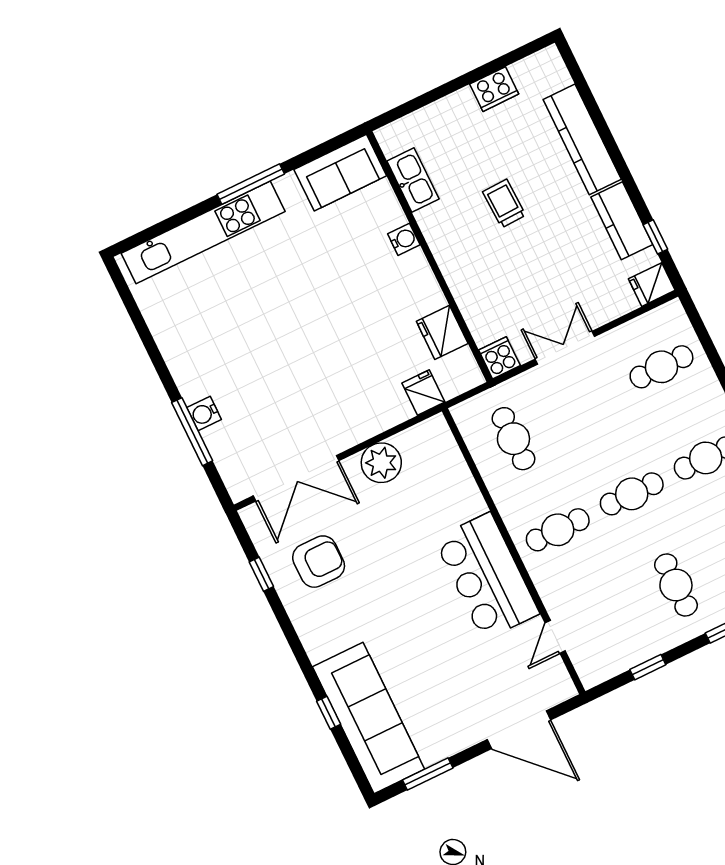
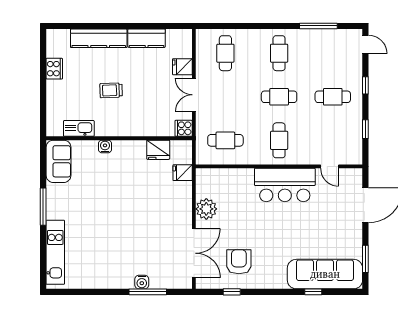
kitchen unit: (203, 232) -> (55, 252), width x0.73
window: (655, 237) -> (162, 26), removed
fridge: (652, 285) -> (182, 67), moved, turned 90
cafe table: (632, 494) -> (279, 97), turned 90

